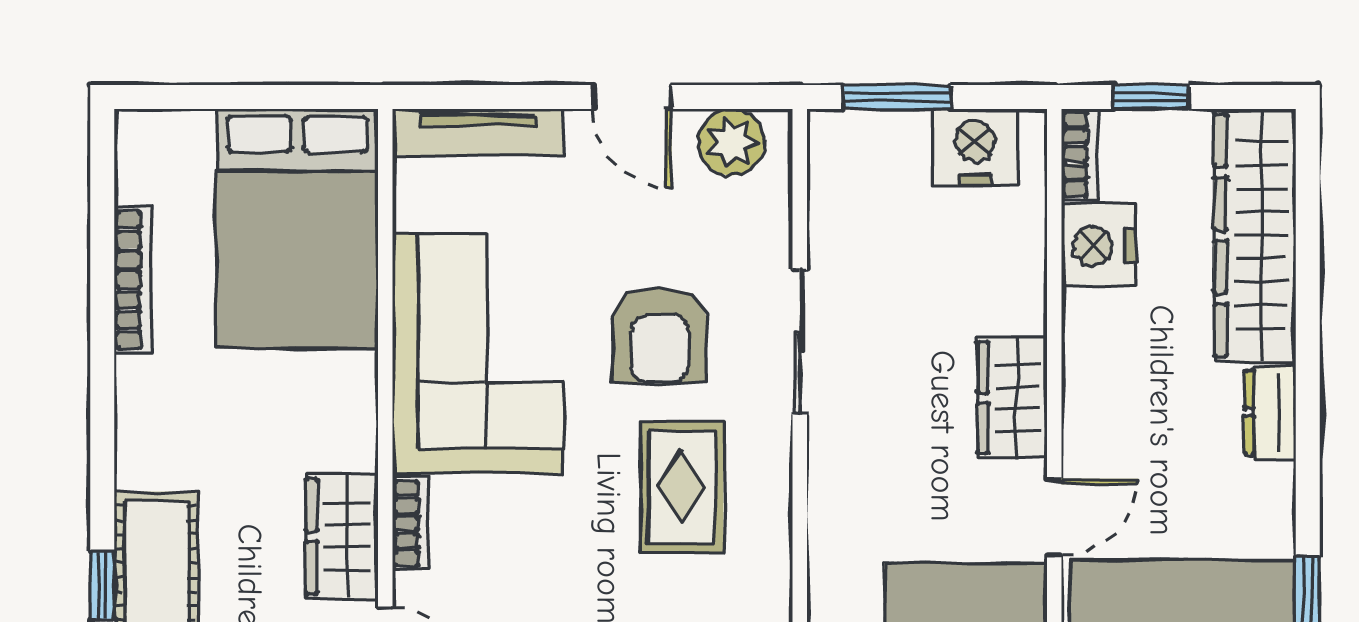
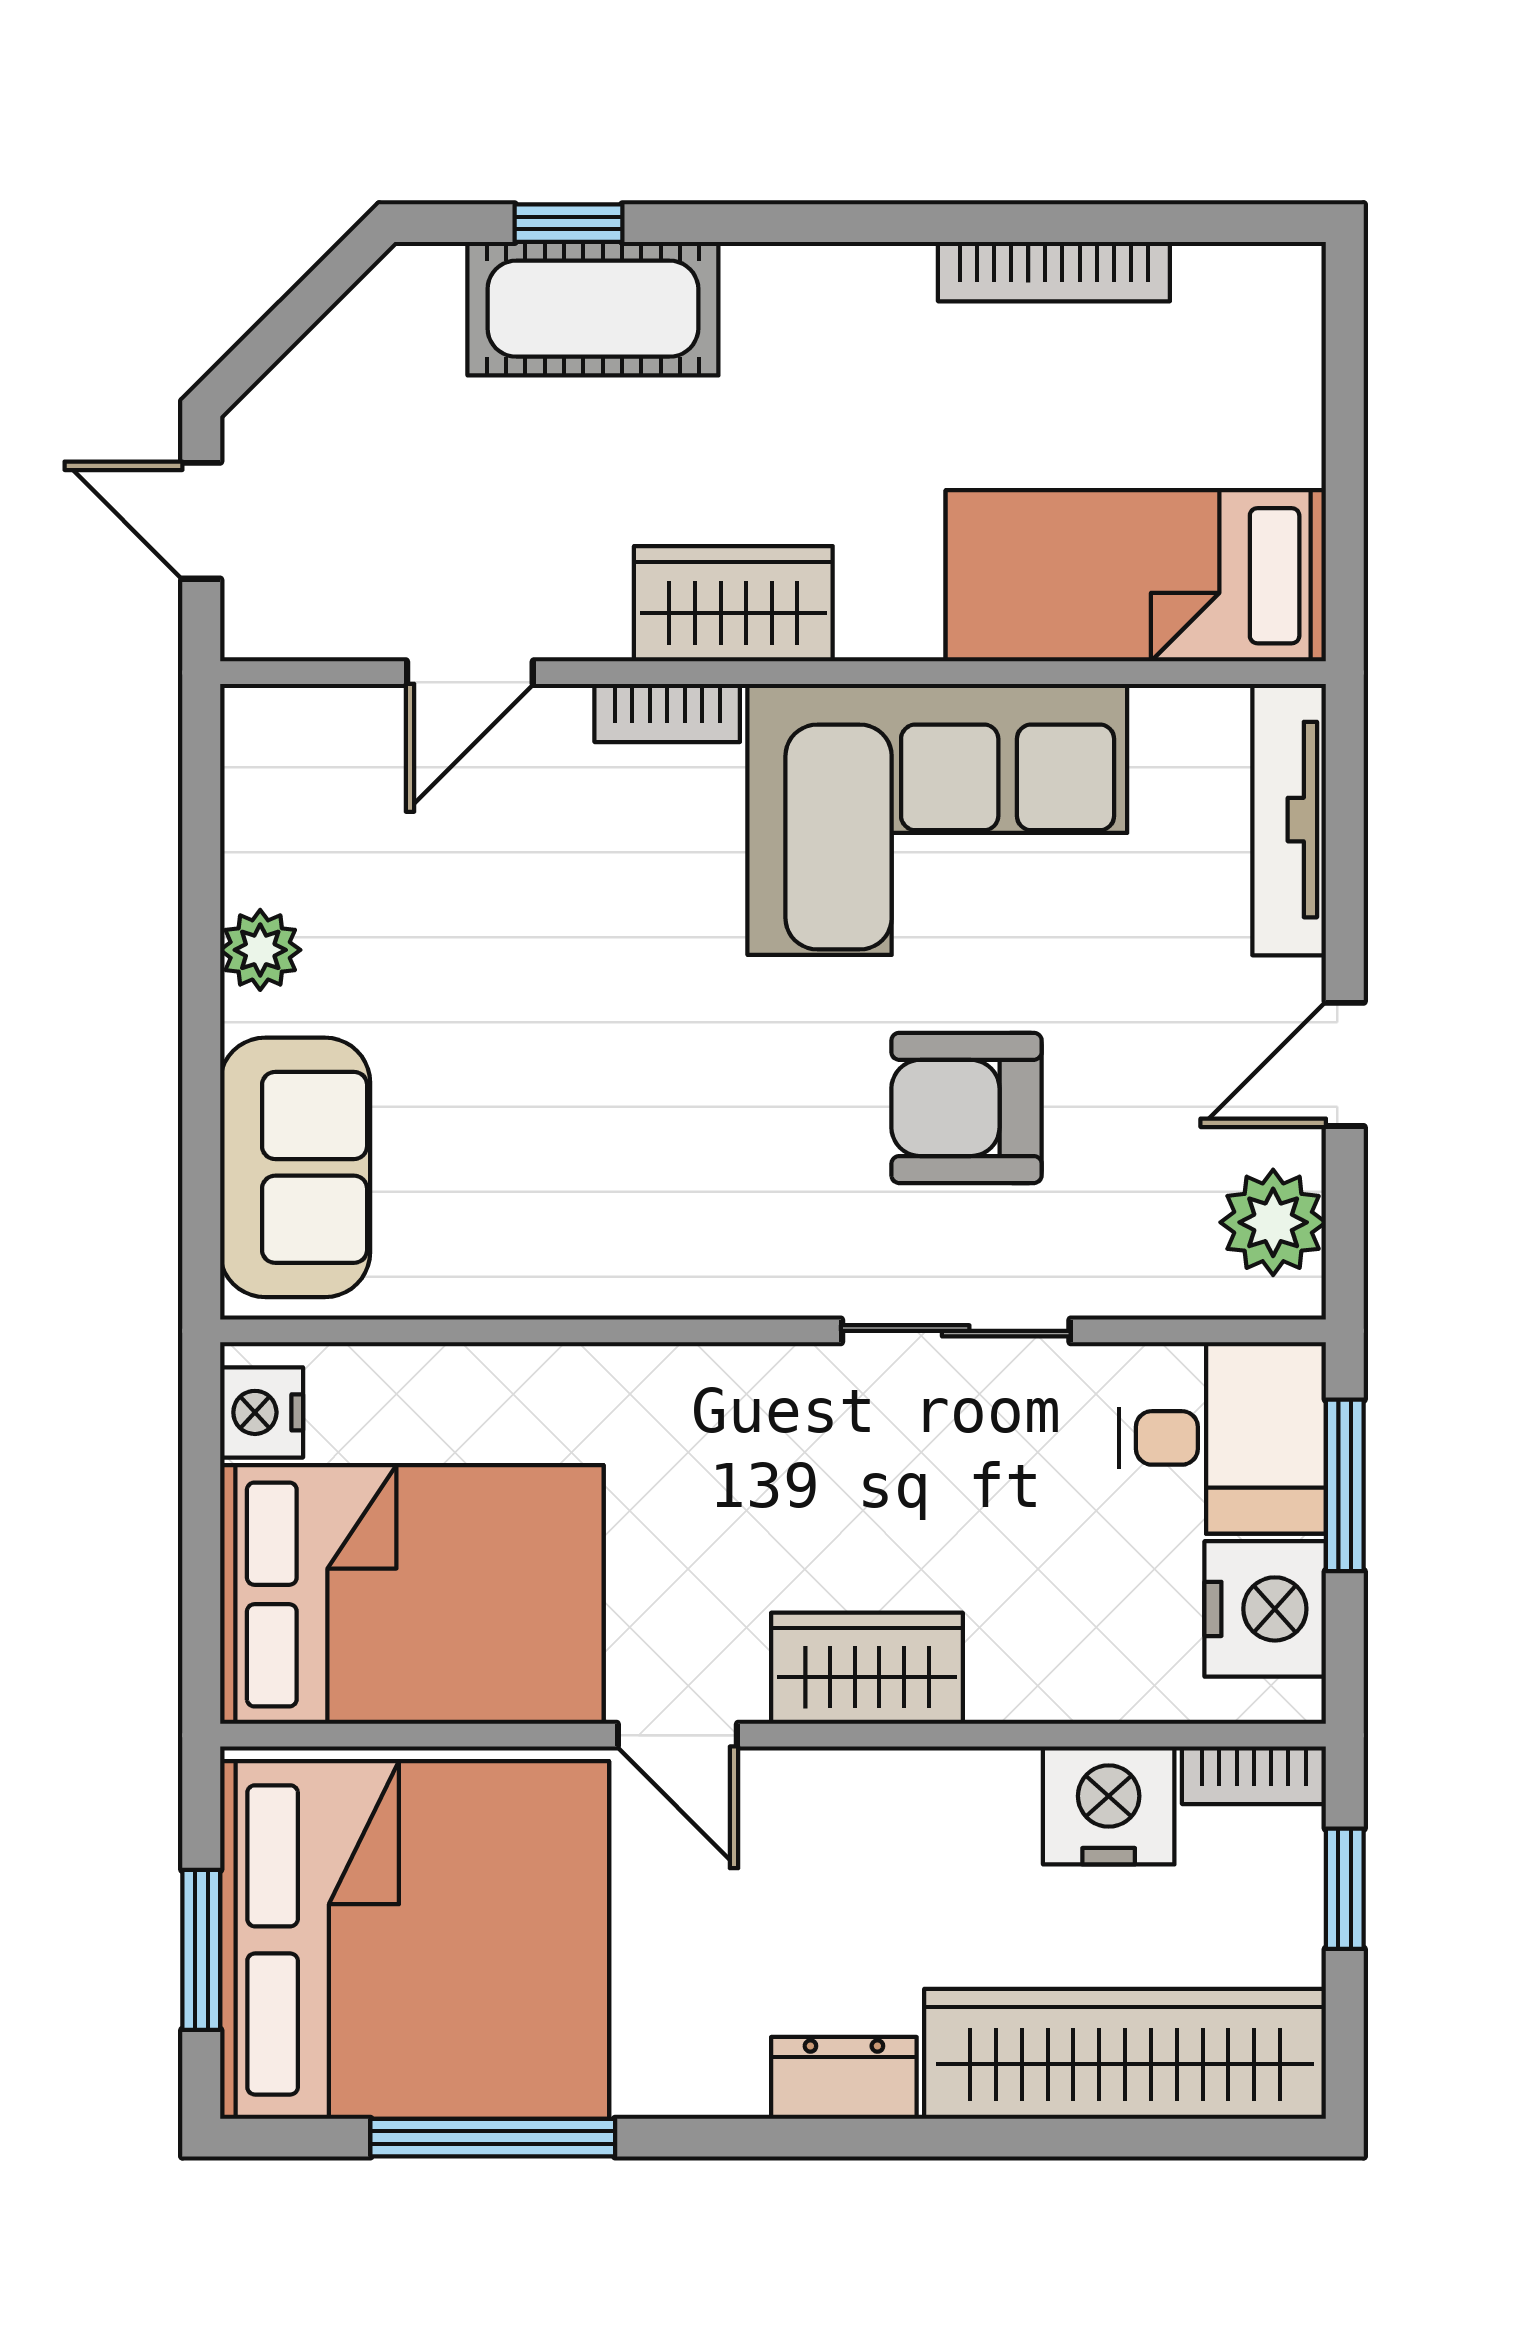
desk: (867, 174) -> (1223, 1438), added
bed: (297, 229) -> (1136, 576), width x0.67
rug: (682, 487) -> (725, 1143), removed
wardrobe: (342, 536) -> (733, 604), moved

